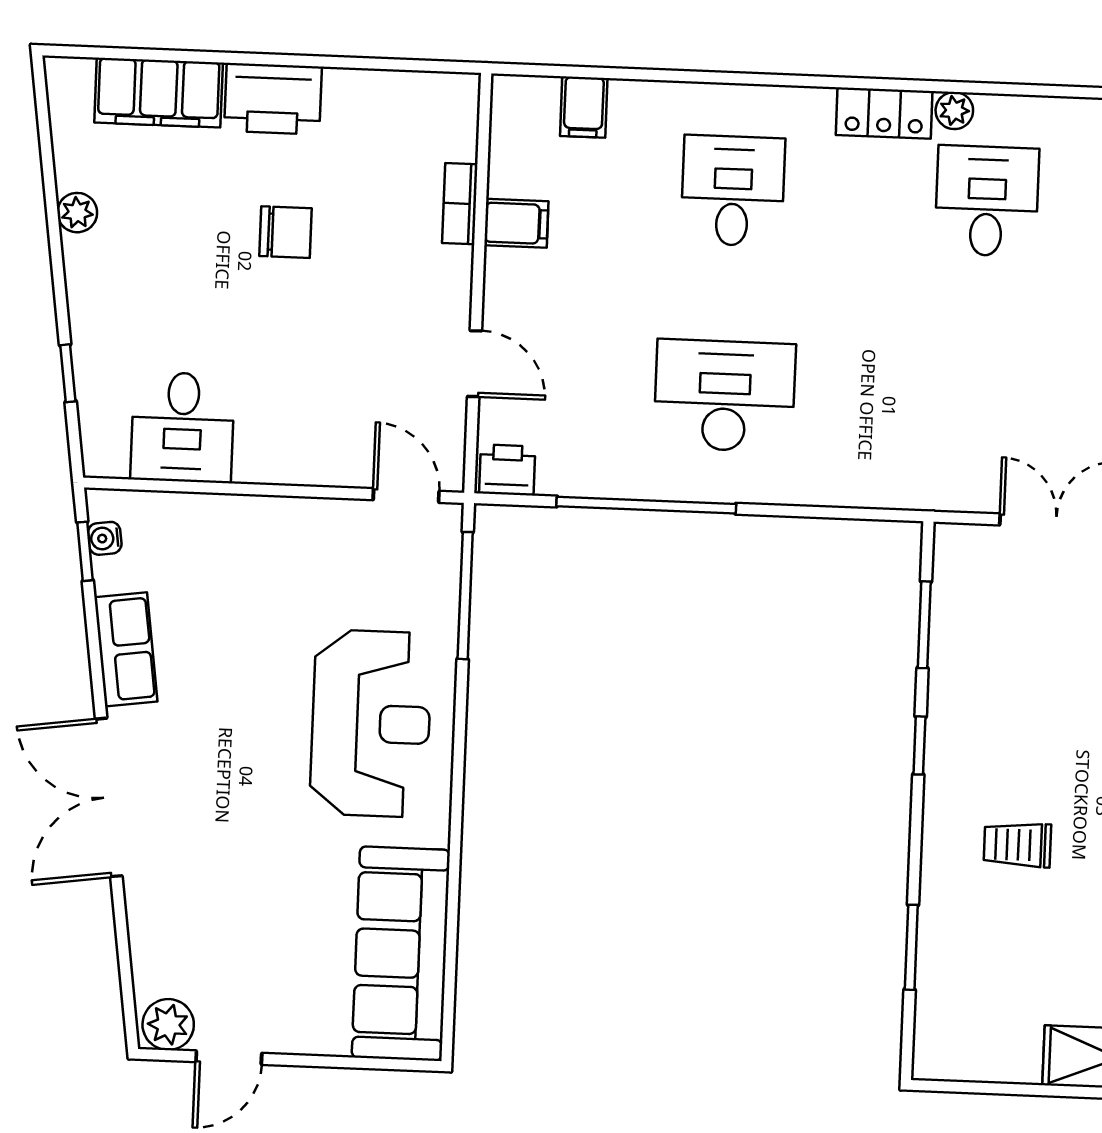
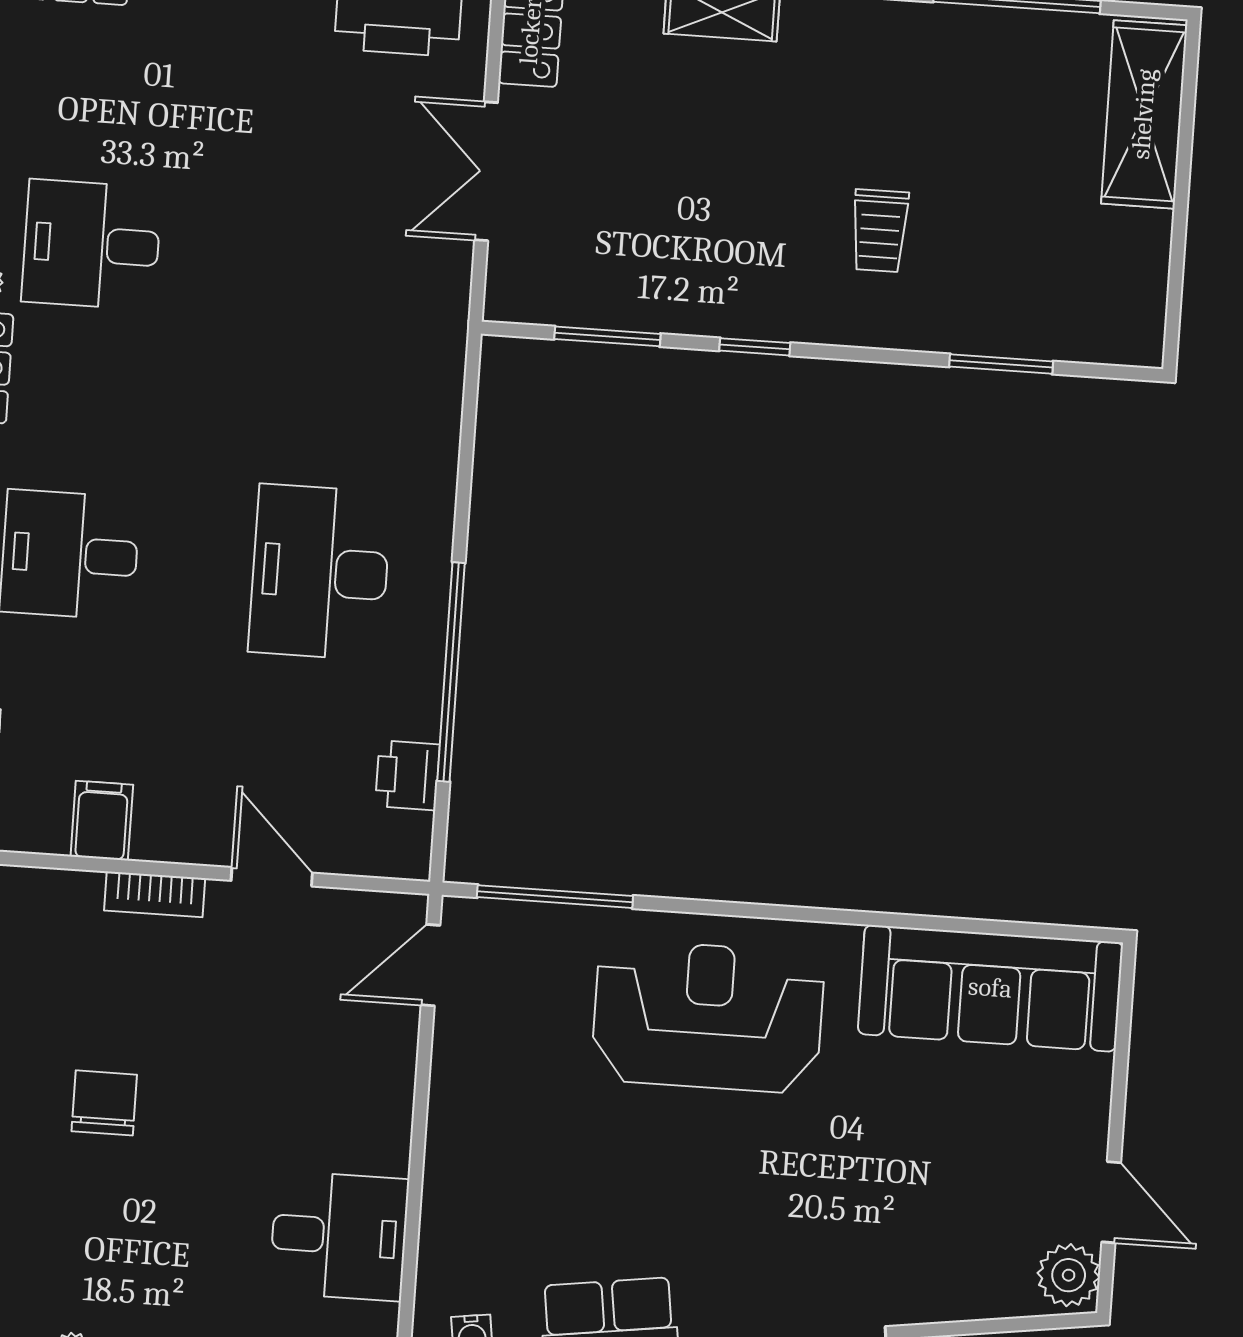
bookcase: (460, 204) -> (155, 894), moved
door: (474, 364) -> (272, 877), hinge flipped
printer: (507, 470) -> (408, 775), moved

